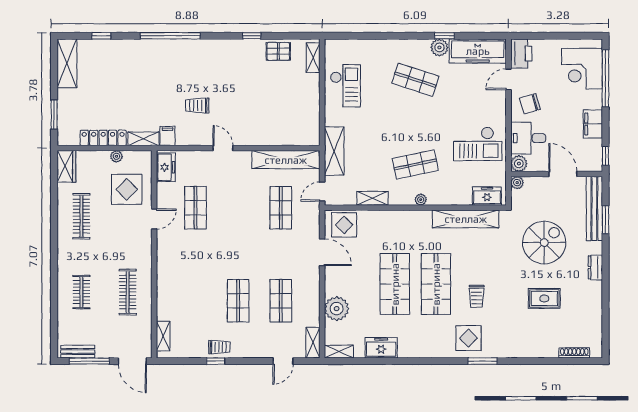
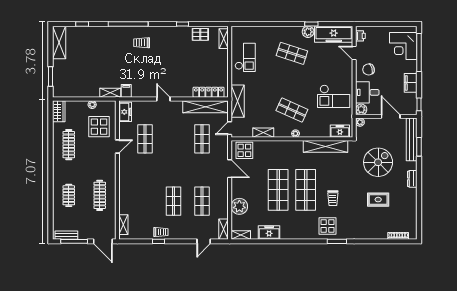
printer: (521, 54) -> (360, 36), width x0.53, depth x0.68
door: (508, 79) -> (354, 53), hinge flipped
trolley: (197, 106) -> (142, 43), moved
locker: (103, 138) -> (209, 92), moved
shop shelf: (415, 164) -> (292, 110), turned 36

